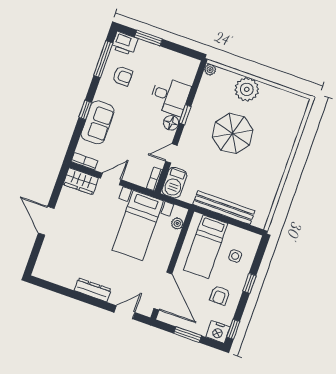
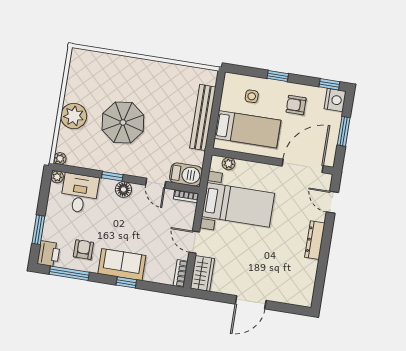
plant: (194, 64) -> (57, 177), added
desk: (170, 96) -> (80, 193), moved
sofa: (98, 122) -> (122, 265), moved
armchair: (220, 295) -> (296, 105), turned 180

